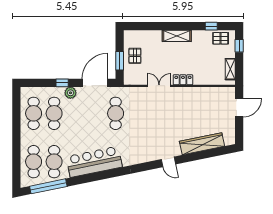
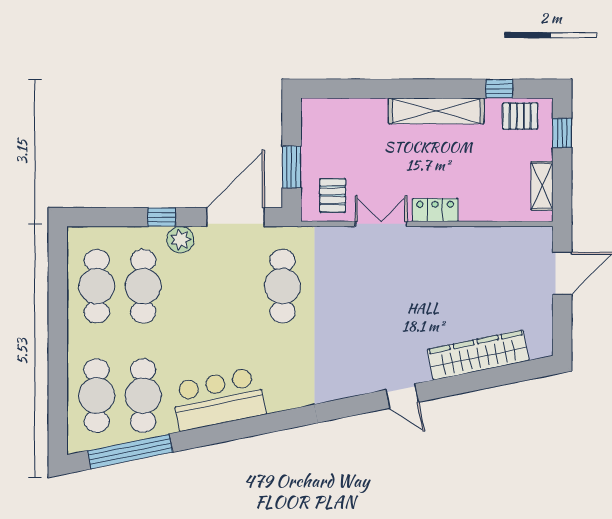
shelving: (177, 36) -> (436, 111), width x1.47
pallet: (135, 56) -> (333, 195), moved
bar counter: (94, 162) -> (218, 399), width x0.73

